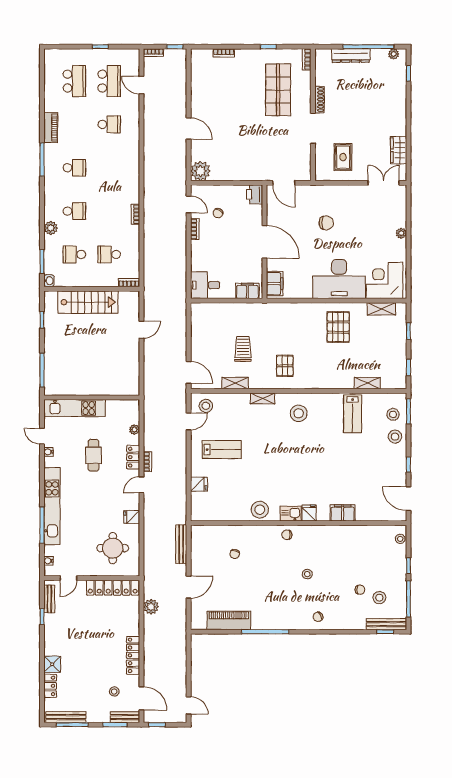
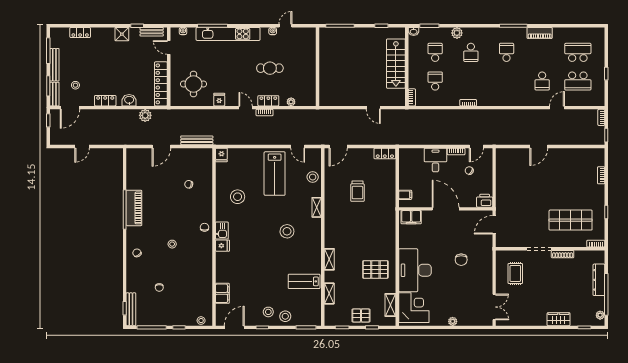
school desk: (74, 81) -> (578, 52), turned 180
door: (141, 85) -> (557, 108), moved
wardrobe: (399, 150) -> (559, 319), moved
rug: (343, 157) -> (515, 273), turned 90
school desk: (74, 168) -> (507, 52), turned 180
plant: (200, 171) -> (504, 156), removed
door: (265, 242) -> (446, 209), swing flipped
desk: (205, 285) -> (435, 160), moved
filing cabinet: (247, 291) -> (405, 195), width x0.50
locker: (197, 316) -> (385, 153), added
trolley: (243, 349) -> (357, 191), turned 90
pallet: (285, 366) -> (361, 315), moved
shelving: (235, 383) -> (329, 259), moved
stool: (206, 406) -> (313, 177), moved
kitchen unit: (75, 408) -> (309, 53), removed
stool: (299, 413) -> (287, 231), moved
stool: (393, 414) -> (268, 312), moved
lab bench: (222, 450) -> (275, 174), width x1.36, depth x1.39
fridge: (199, 484) -> (221, 155), moved
stool: (260, 510) -> (238, 197), moved
filing cabinet: (343, 513) -> (222, 293), moved
door: (189, 587) -> (161, 146), hinge flipped
stool: (379, 598) -> (153, 303), removed
piano: (229, 620) -> (134, 208), moved
washbasin: (132, 626) -> (129, 100), added
locker: (133, 655) -> (105, 101), width x0.66
shower: (52, 664) -> (122, 34), moved
door: (189, 705) -> (82, 146), moved
bench: (66, 717) -> (54, 65), moved

